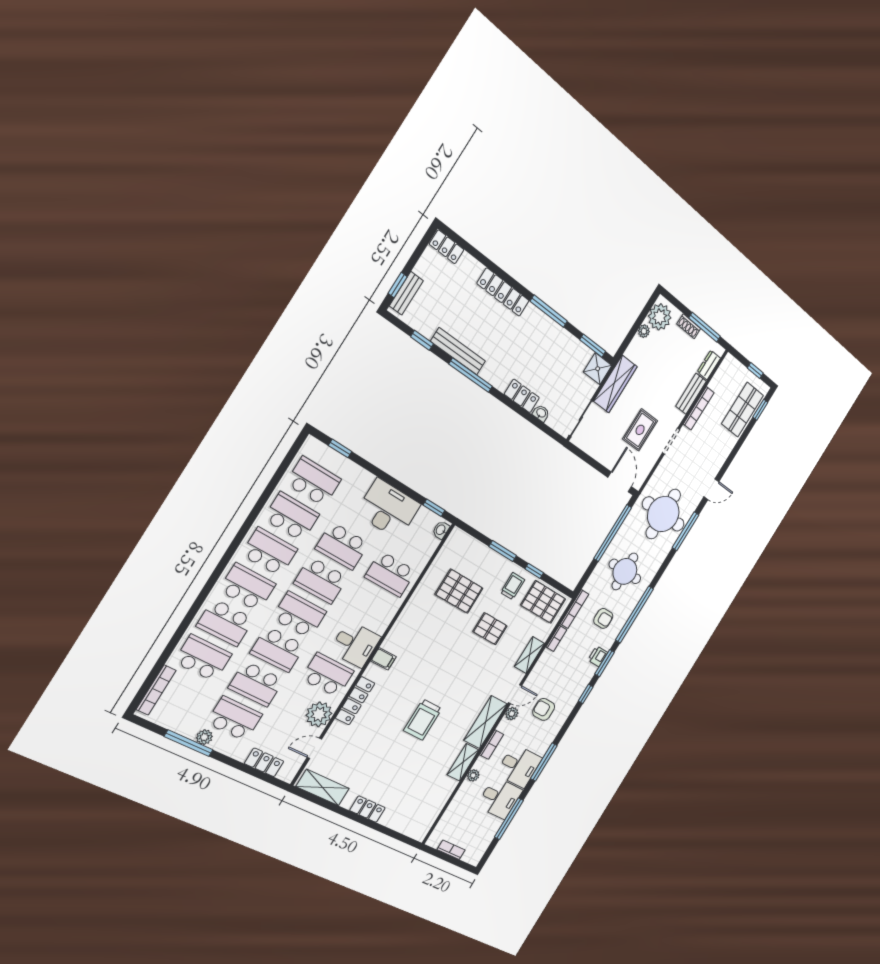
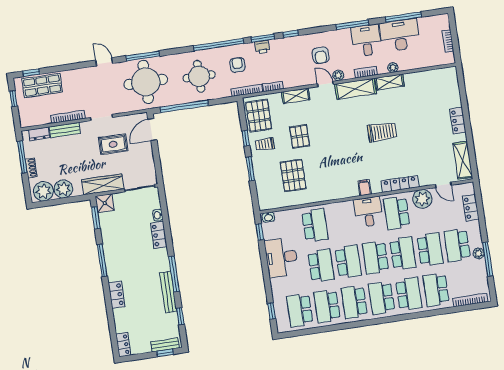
locker: (503, 292) -> (117, 295), width x0.66
plant: (644, 331) -> (63, 189), width x1.87, depth x1.87
desk: (500, 798) -> (400, 35), width x1.37

